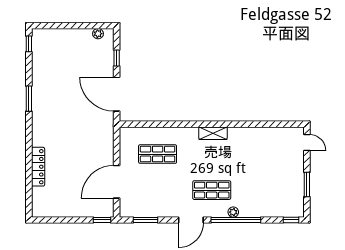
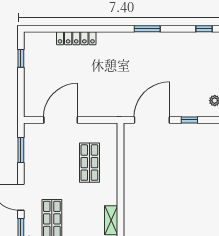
door: (117, 182) -> (61, 120), hinge flipped
window: (102, 220) -> (21, 58), moved

